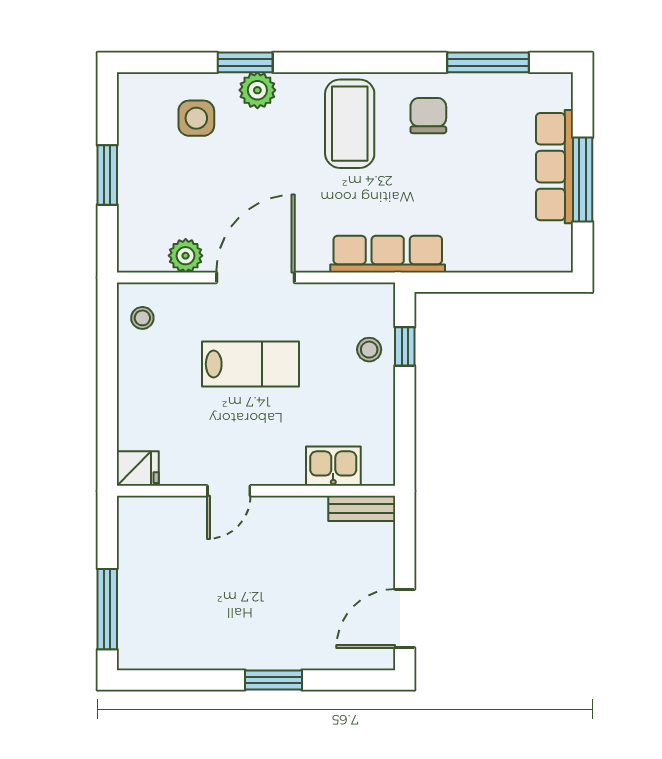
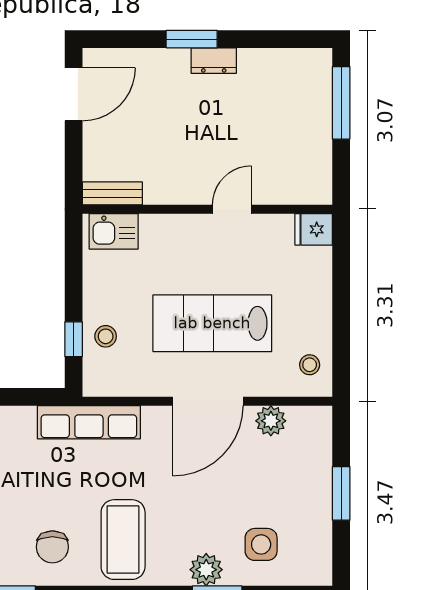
lab bench: (250, 364) -> (212, 323), width x1.36, depth x1.39
kitchen sink: (333, 466) -> (114, 231), moved
dresser: (249, 656) -> (214, 61), added

